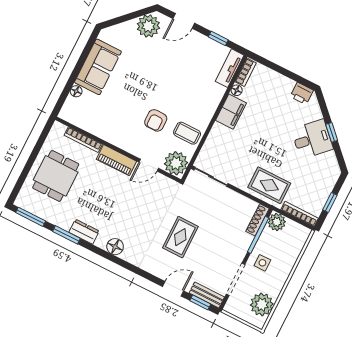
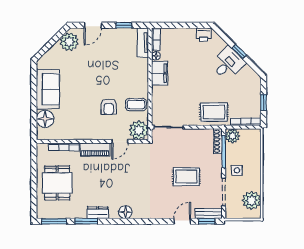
floor lamp: (76, 91) -> (45, 119), width x1.89, depth x1.89
rug: (180, 237) -> (186, 177), moved, turned 90

